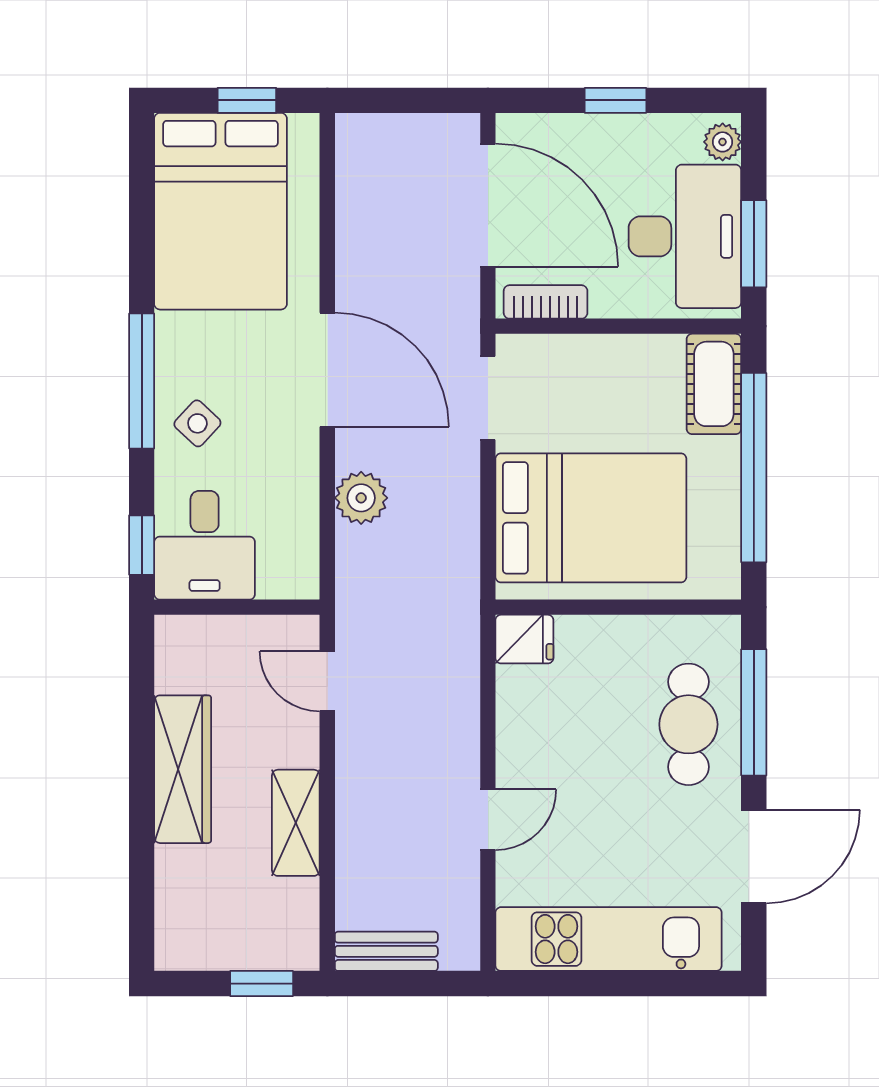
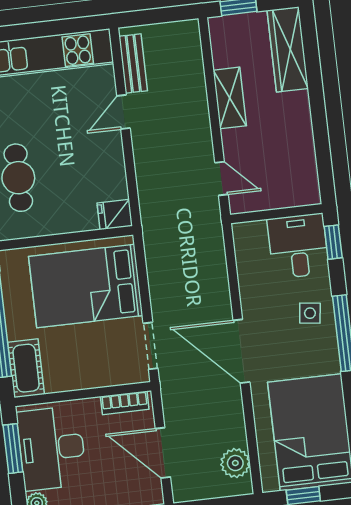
door: (488, 205) -> (163, 453), width x0.73
side table: (197, 423) -> (310, 313), turned -36
plant: (361, 498) -> (235, 463), moved
wardrobe: (183, 769) -> (288, 49), moved
bench: (386, 951) -> (133, 63), moved, turned 90

